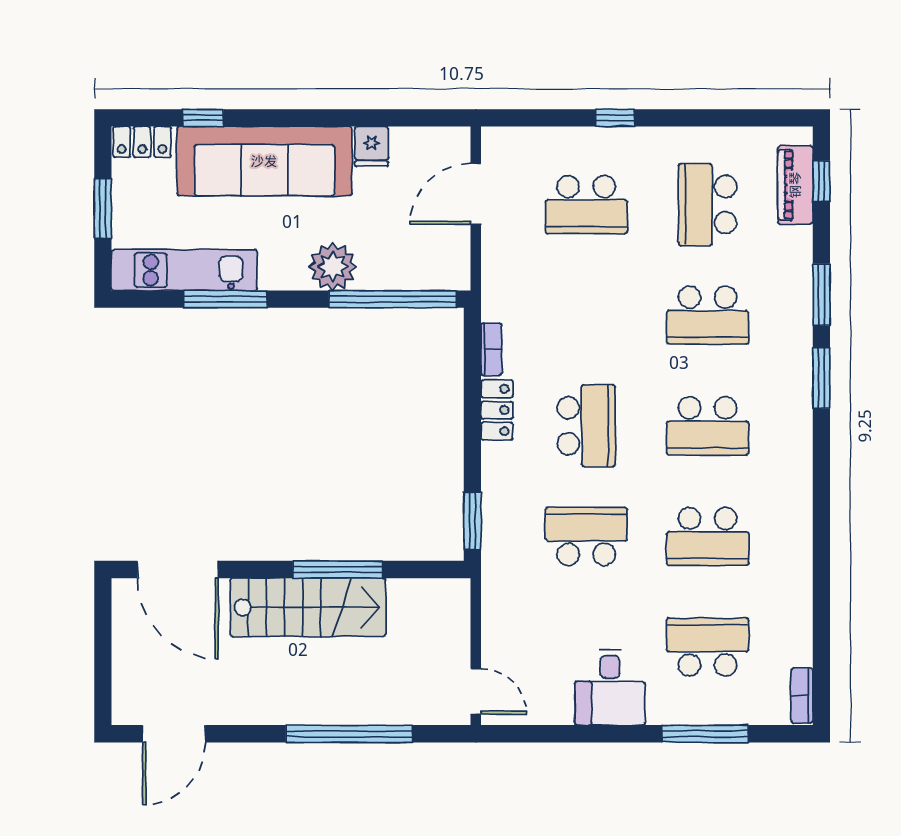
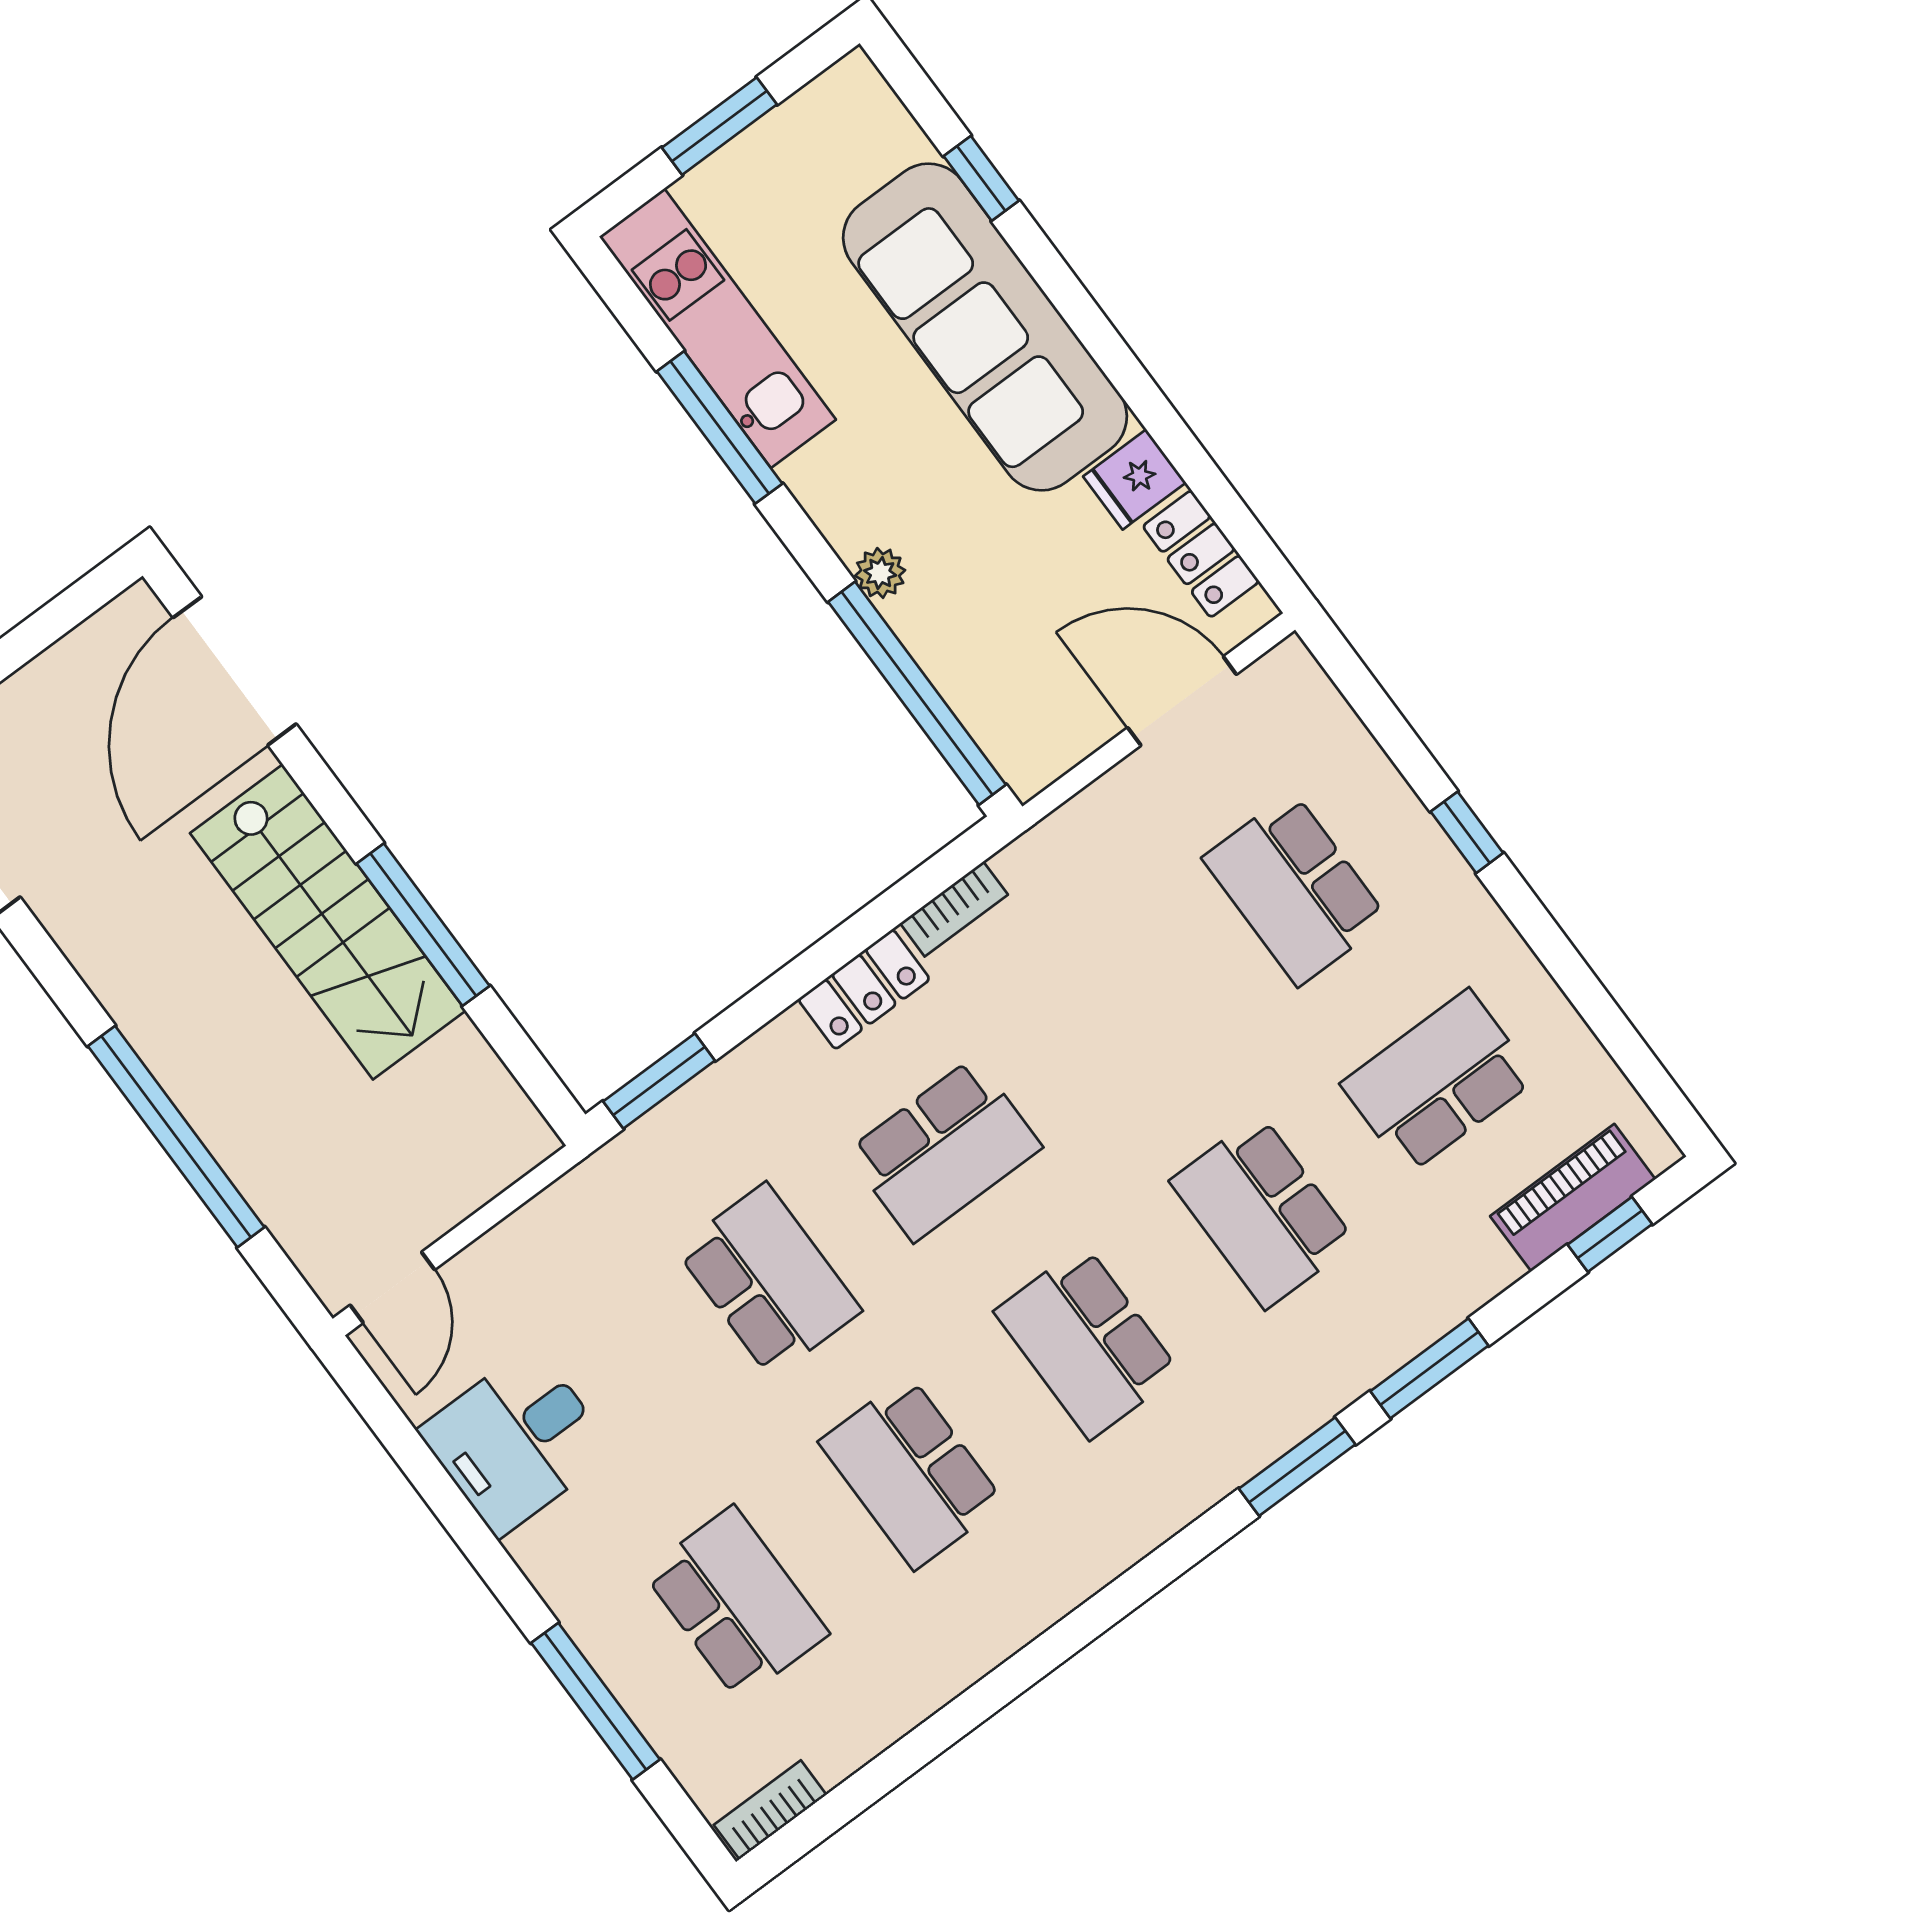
locker: (142, 142) -> (1201, 554), moved
plant: (333, 267) -> (880, 573), width x0.53, depth x0.53
desk: (610, 687) -> (516, 1441), moved

